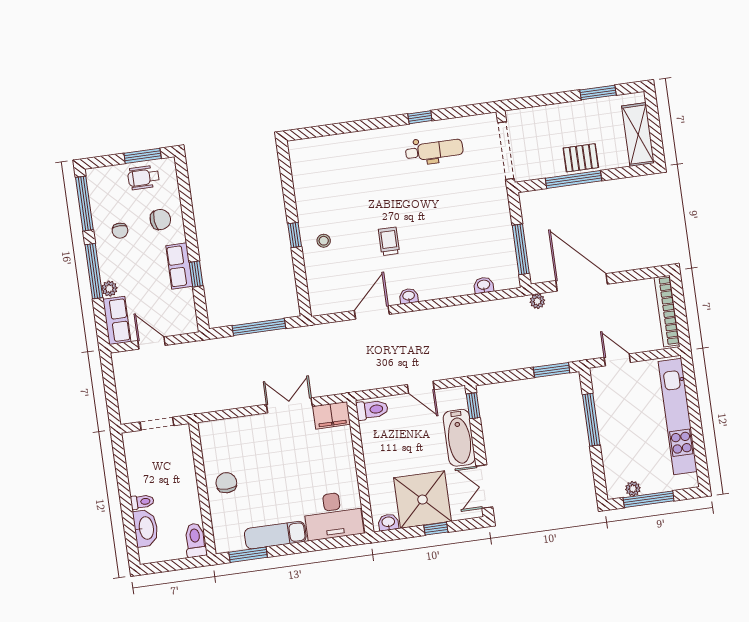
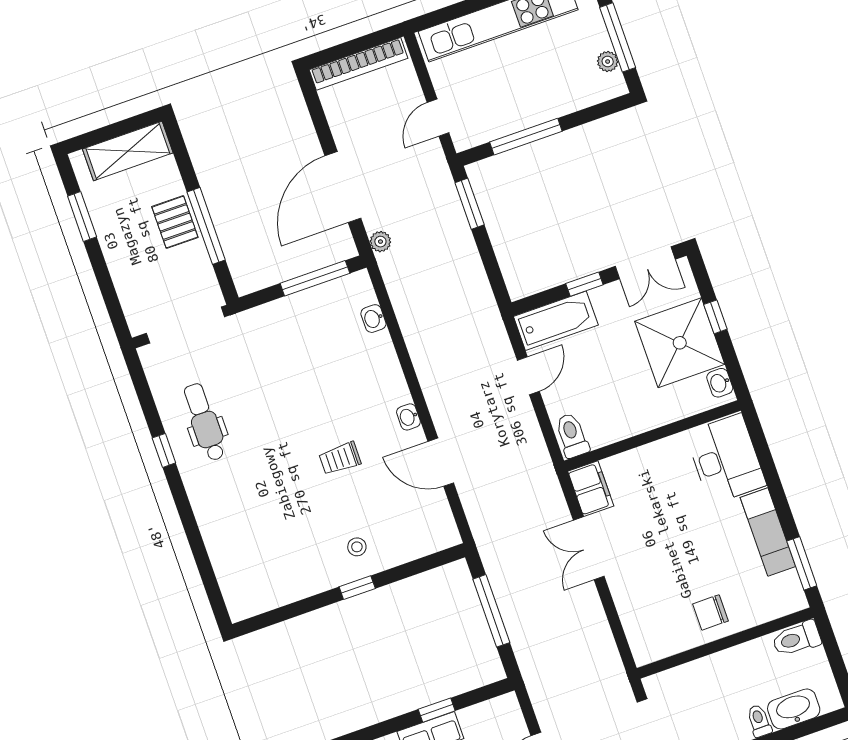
window: (473, 406) -> (584, 284), moved
bathtub: (459, 438) -> (556, 321), moved

